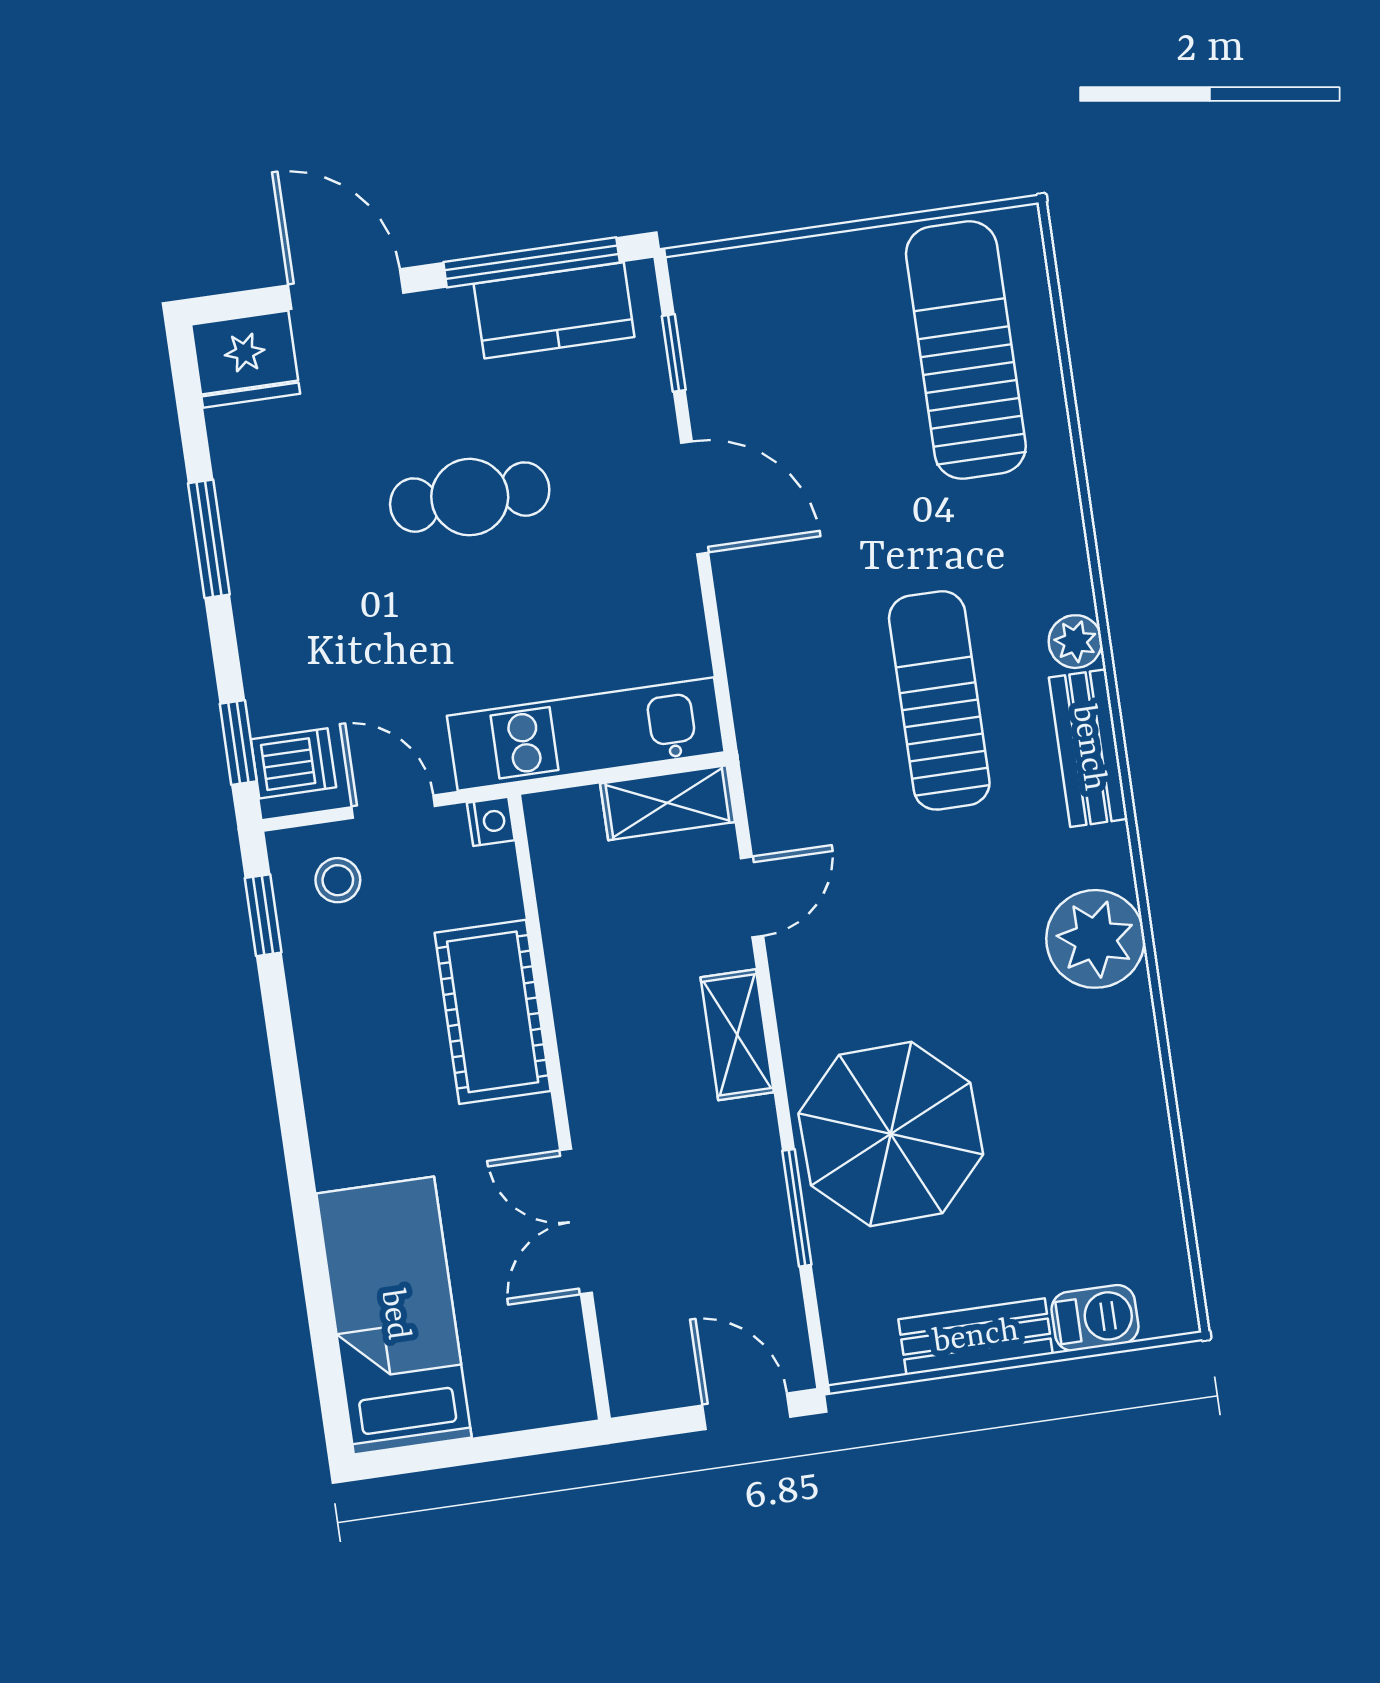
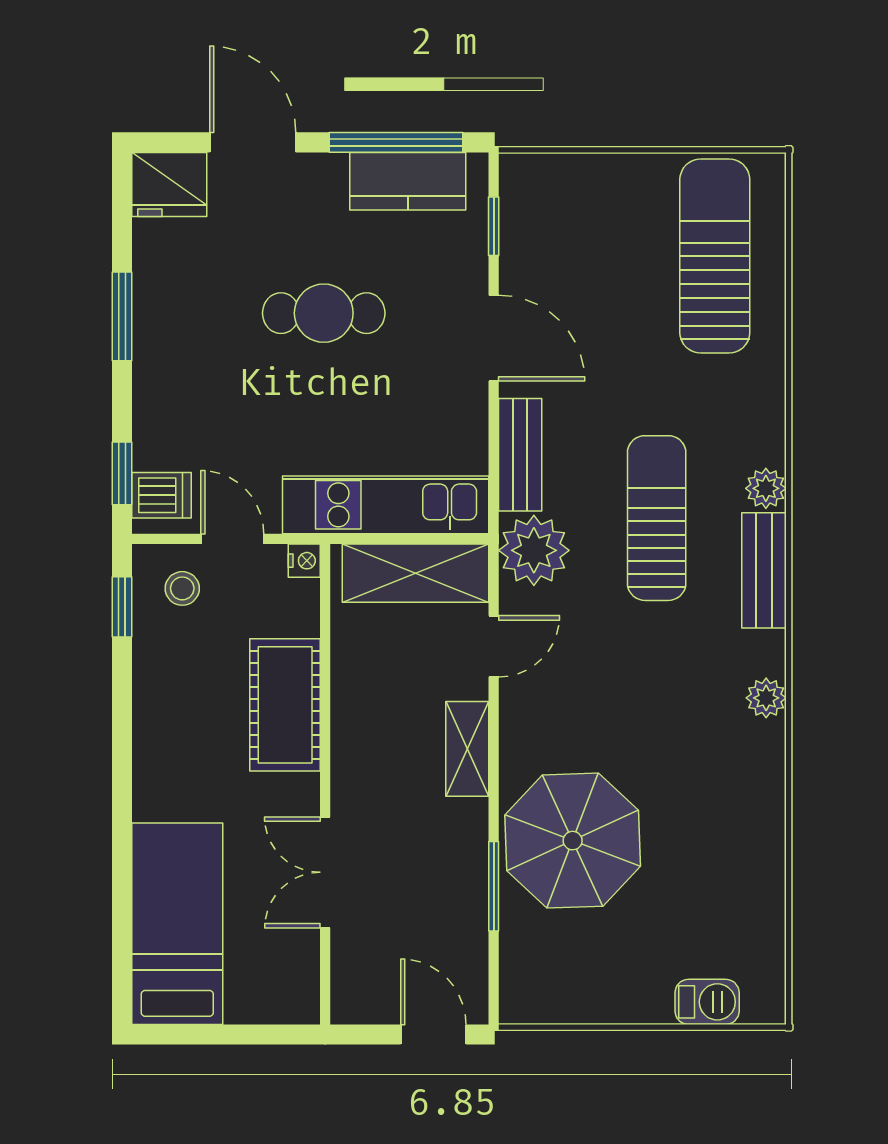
plant: (786, 765) -> (534, 550), added
shelving: (667, 803) -> (415, 573), width x1.50, depth x1.33
plant: (1095, 939) -> (766, 698), width x0.53, depth x0.53
bench: (976, 1337) -> (520, 455), moved, turned 90

